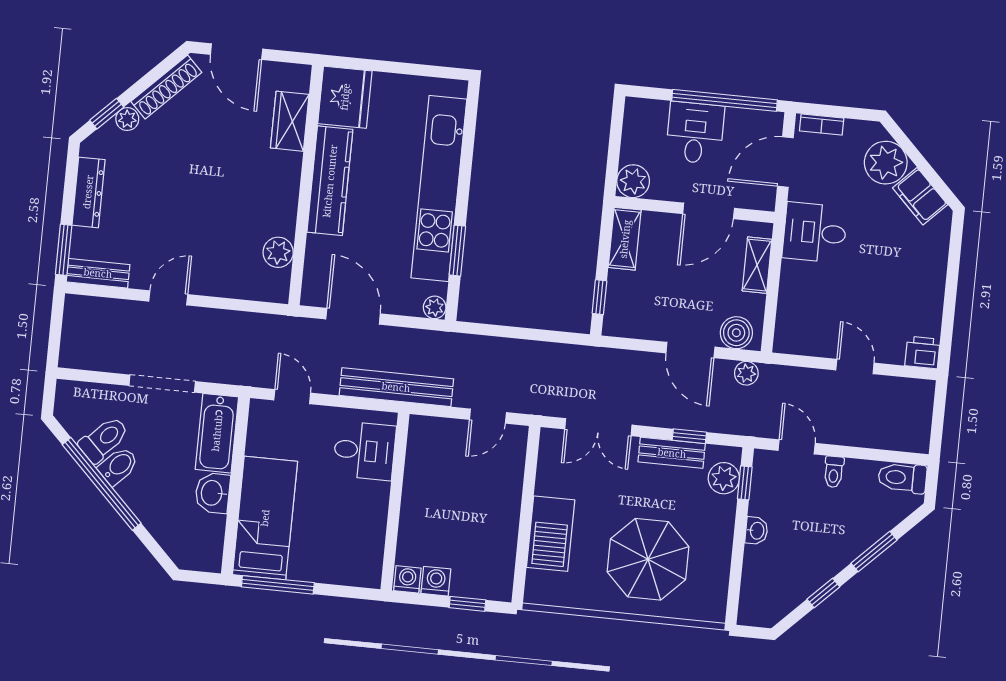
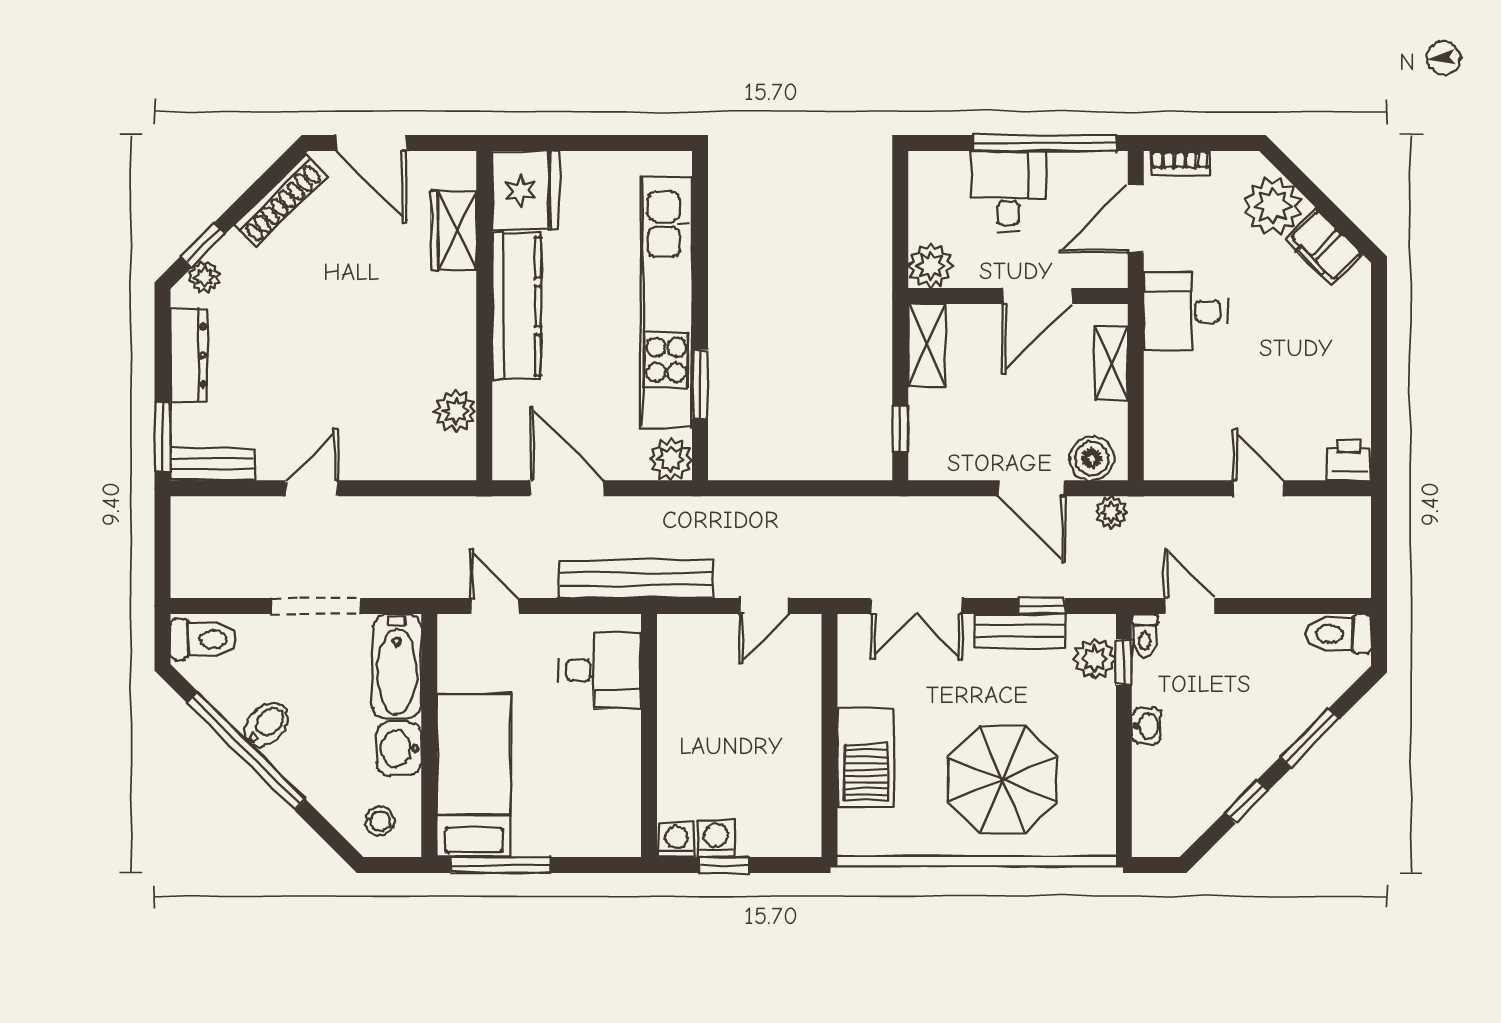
plant: (127, 119) -> (204, 277), moved
plant: (435, 307) -> (671, 459), width x1.38, depth x1.38
toilet: (104, 439) -> (203, 639), moved, turned 45
toilet: (834, 472) -> (1145, 635), moved
stool: (194, 544) -> (380, 821), added
window: (467, 604) -> (724, 865), moved

